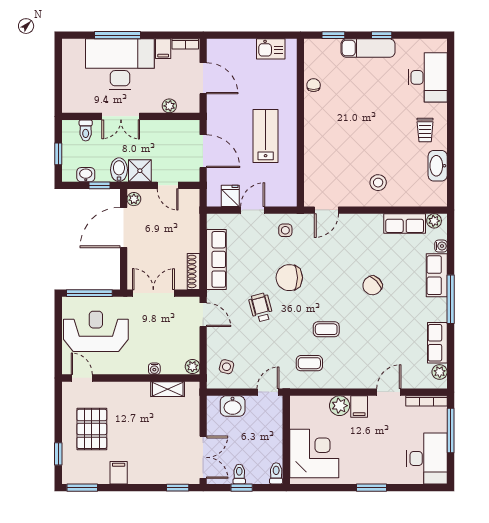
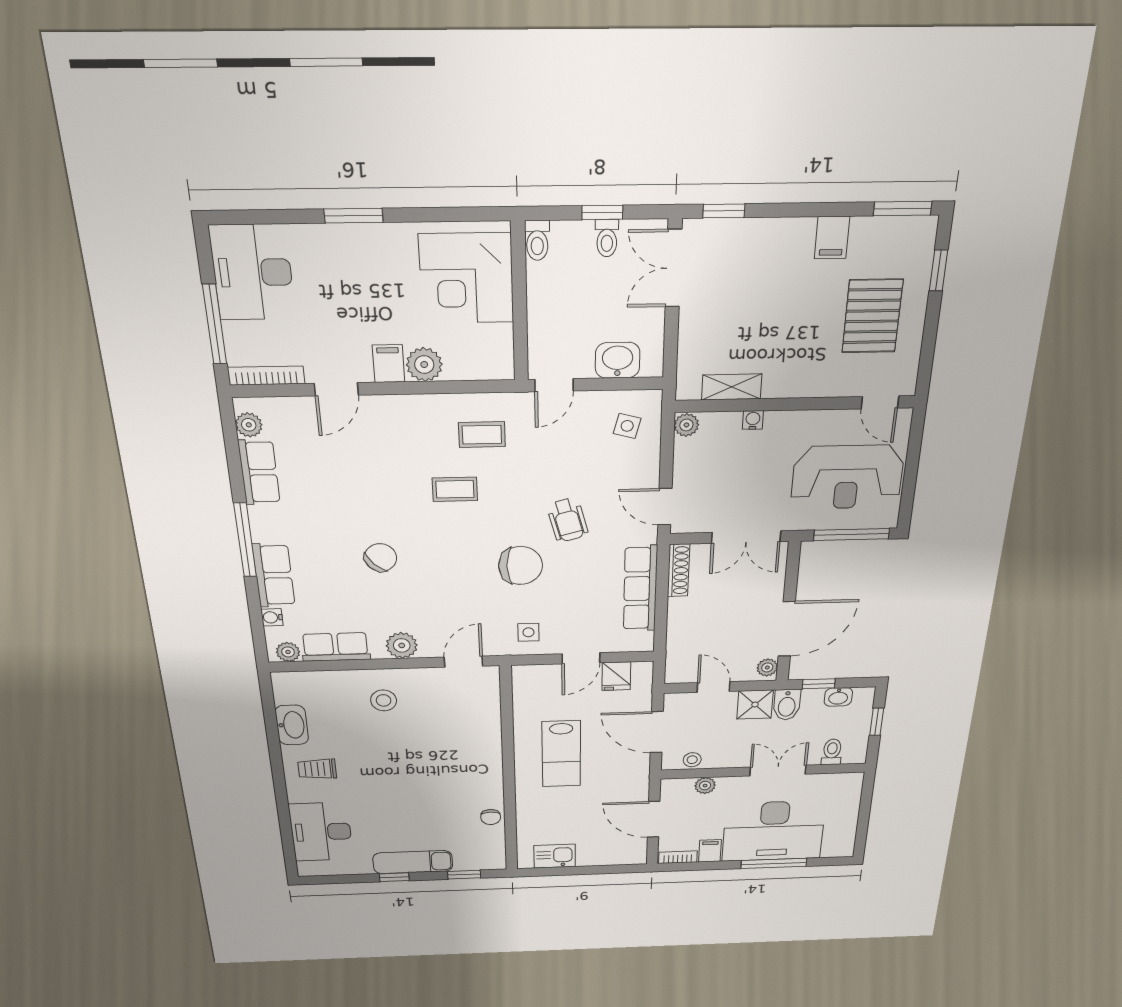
stool: (179, 128) -> (692, 760), added
trolley: (425, 130) -> (317, 769), turned -90
plant: (364, 223) -> (402, 645), added

